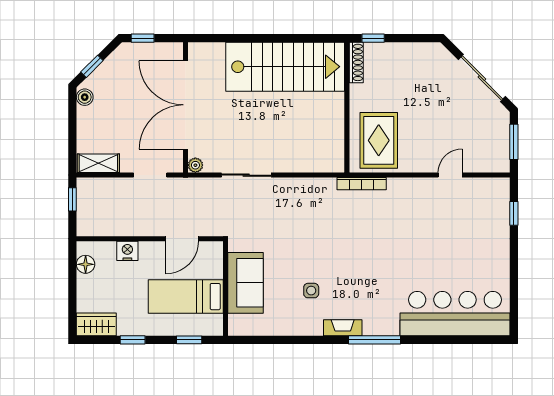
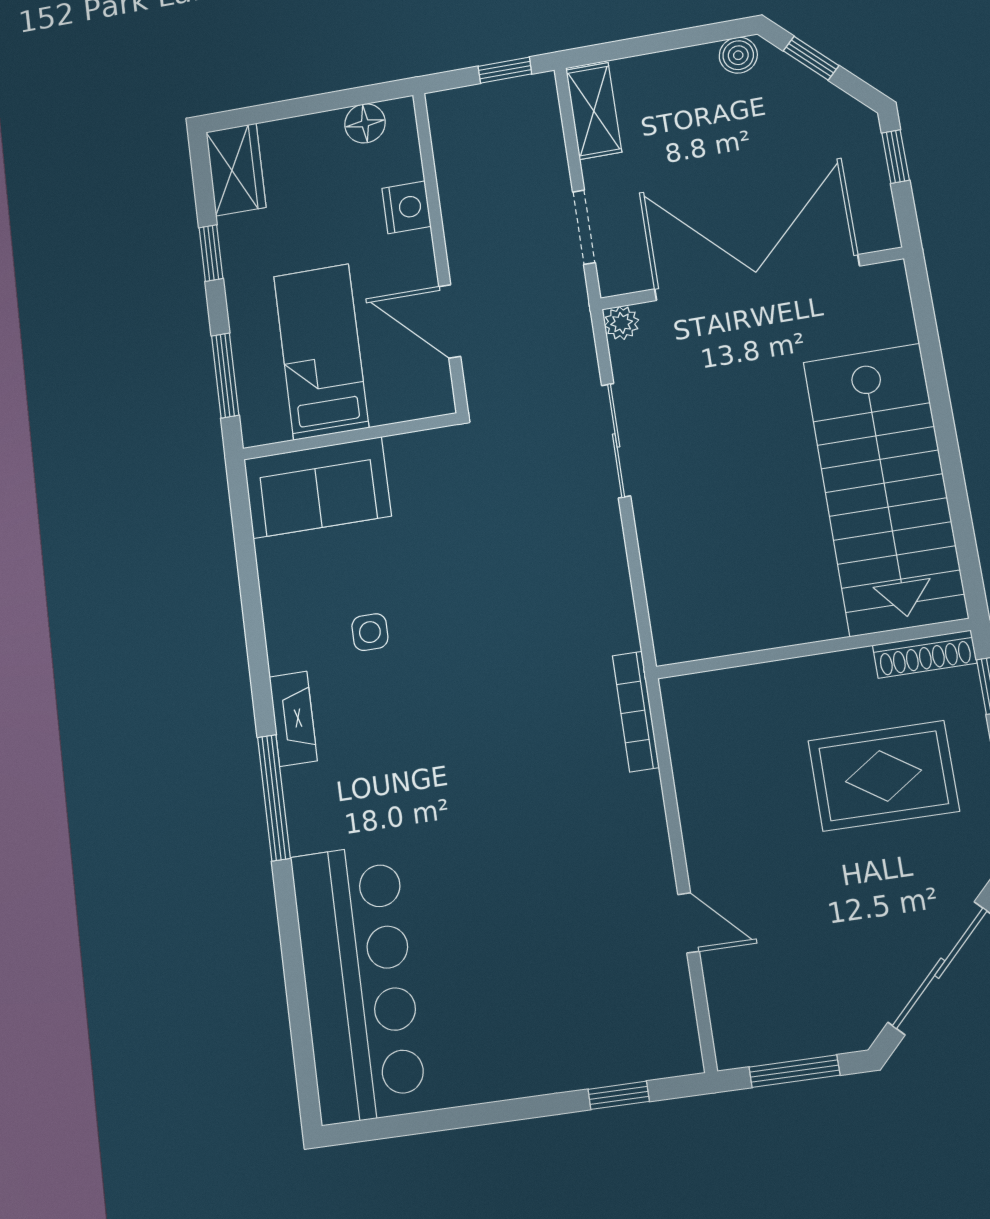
rug: (379, 140) -> (883, 776), moved
sofa: (245, 283) -> (317, 488), moved
window: (189, 340) -> (225, 376), width x1.50

